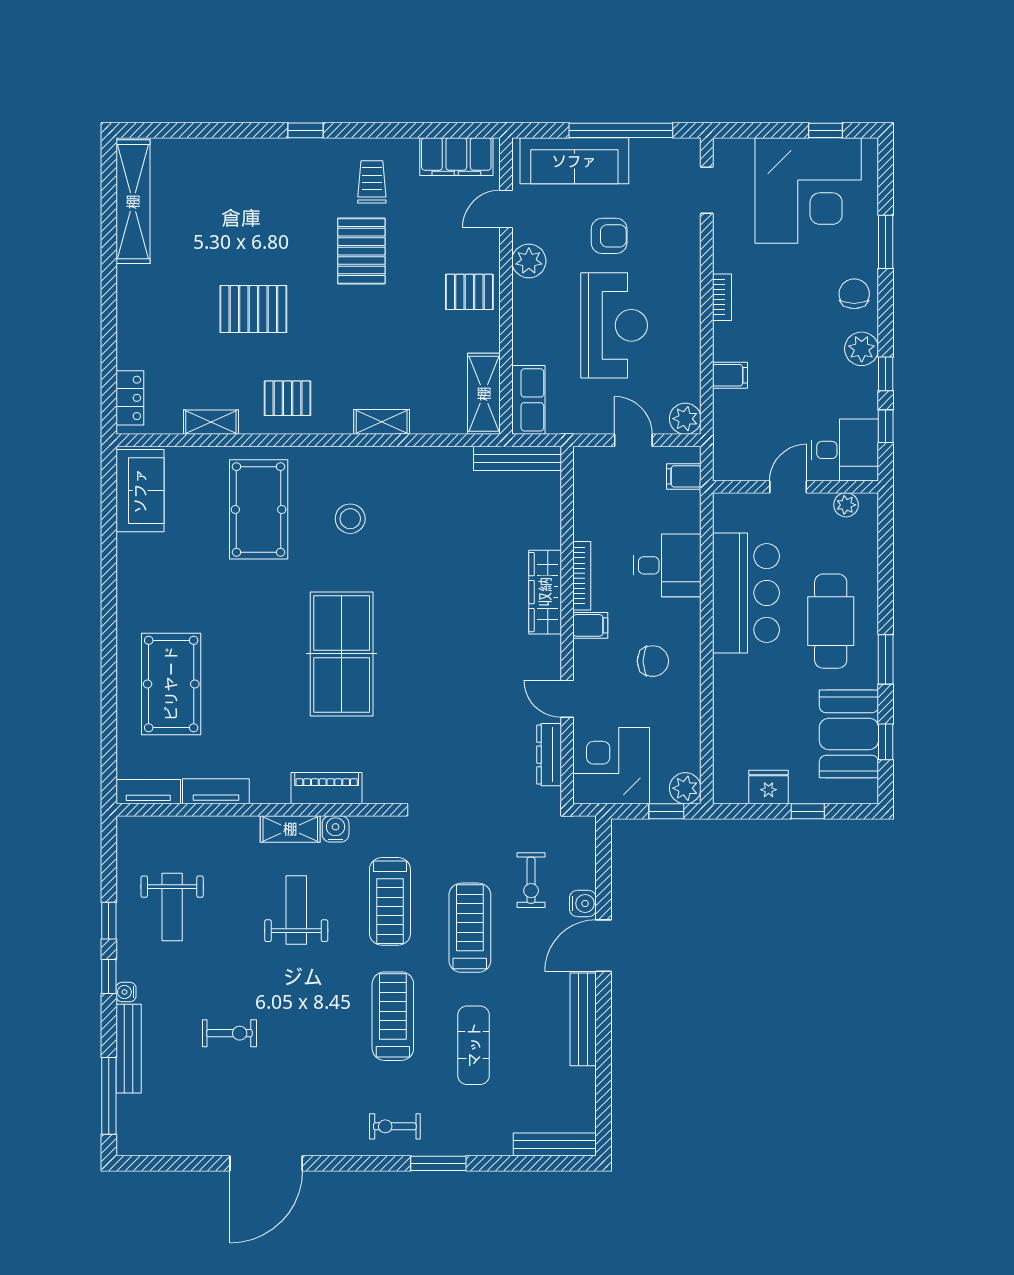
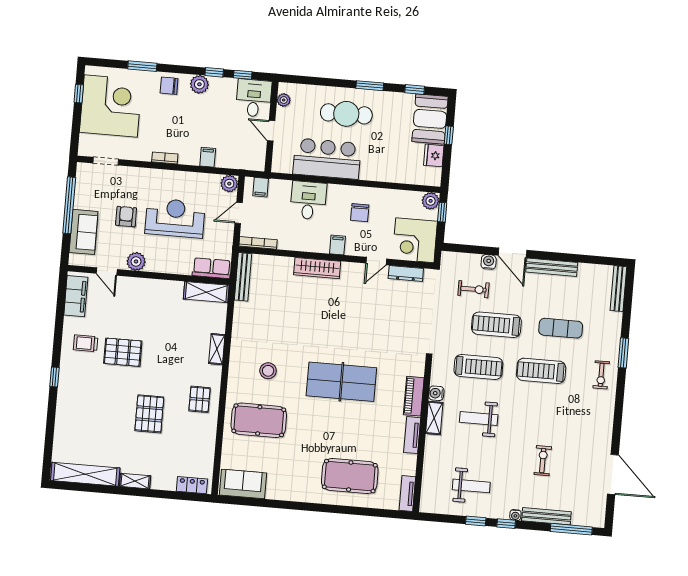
sofa: (574, 161) -> (84, 232), width x0.73
pallet: (469, 292) -> (150, 295), removed
shelving: (211, 422) -> (135, 481), moved, turned 90
bookcase: (582, 576) -> (258, 243), moved
chair: (653, 661) -> (360, 213), turned 180
booth: (849, 734) -> (430, 119), moved, turned 90
tv unit: (216, 791) -> (412, 435), moved
door: (266, 1163) -> (613, 474), moved

